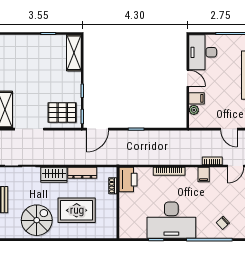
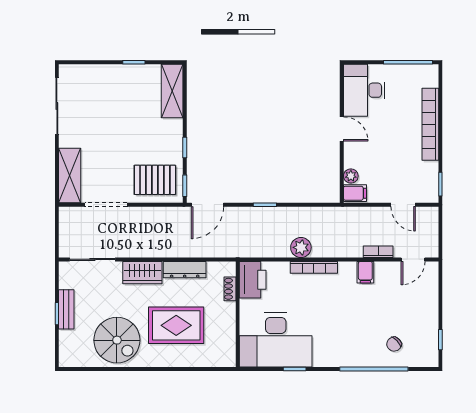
filing cabinet: (197, 98) -> (355, 193), moved
plant: (160, 158) -> (301, 247), added
spiral stairs: (37, 220) -> (117, 340), turned 90
desk: (171, 220) -> (276, 340), moved

